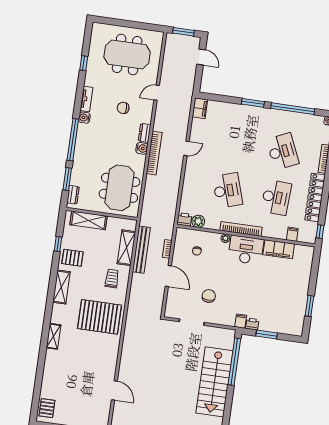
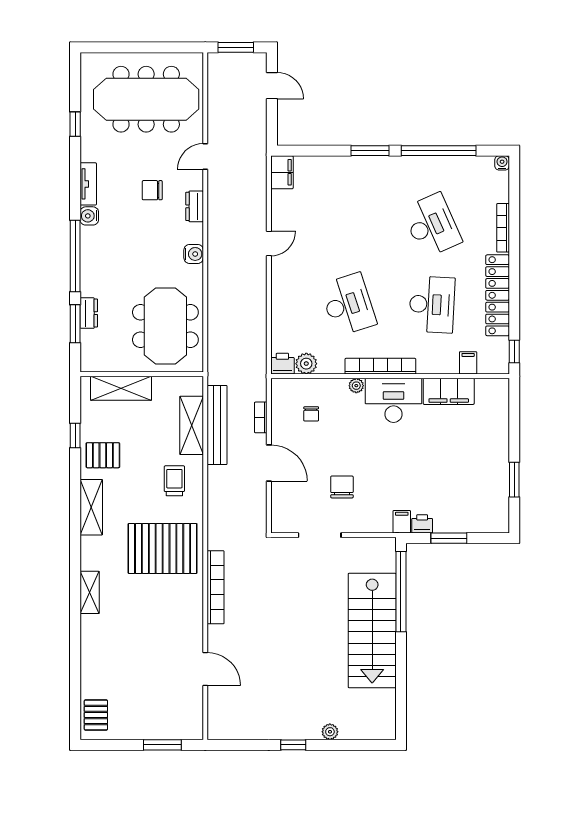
meeting table: (127, 54) -> (146, 99), width x1.36
dresser: (145, 133) -> (195, 206), moved
bookcase: (154, 153) -> (216, 587), moved
dresser: (73, 195) -> (89, 313), moved

